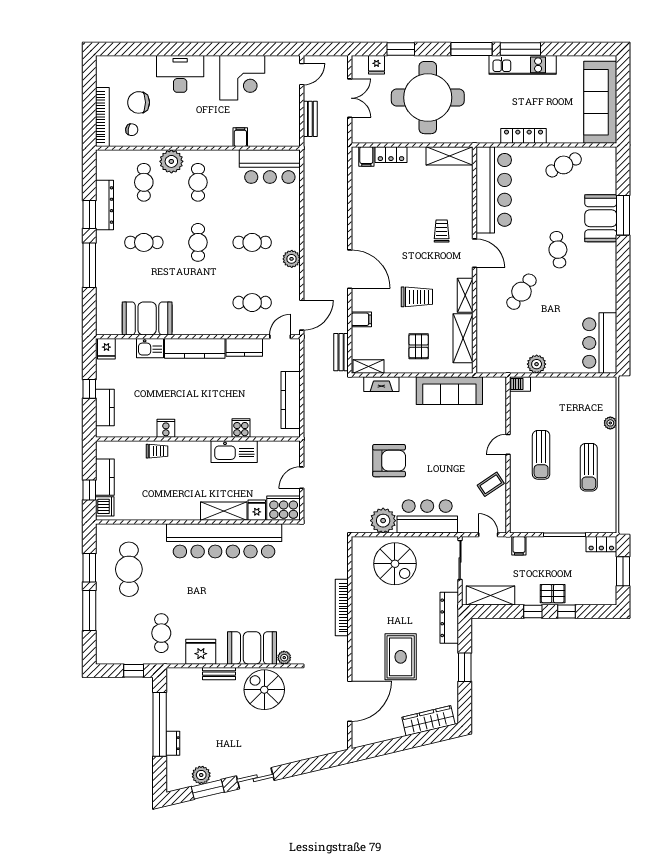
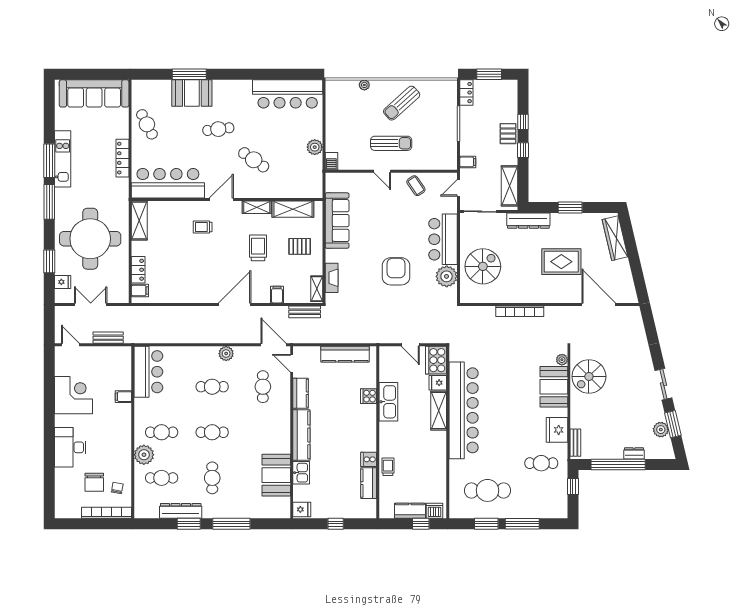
cafe table: (252, 242) -> (212, 387), turned 90
bar counter: (600, 343) -> (288, 94), width x1.36
kitchen counter: (105, 408) -> (369, 483), moved, turned -90
sun lounger: (589, 467) -> (402, 103), turned 138
bench: (219, 674) -> (575, 443), moved

